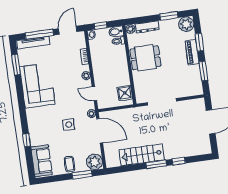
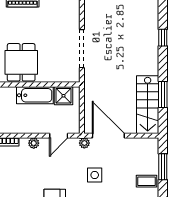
bathtub: (122, 71) -> (35, 95), added
door: (100, 131) -> (108, 136), hinge flipped
stairs: (142, 155) -> (148, 105), moved
plant: (94, 162) -> (148, 148), removed
window: (156, 164) -> (163, 95), moved

